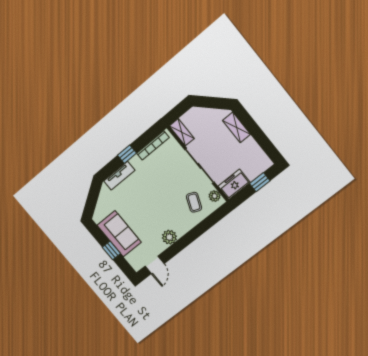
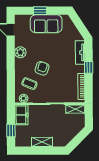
shelving: (236, 127) -> (42, 142), moved
armchair: (168, 202) -> (42, 68), added

